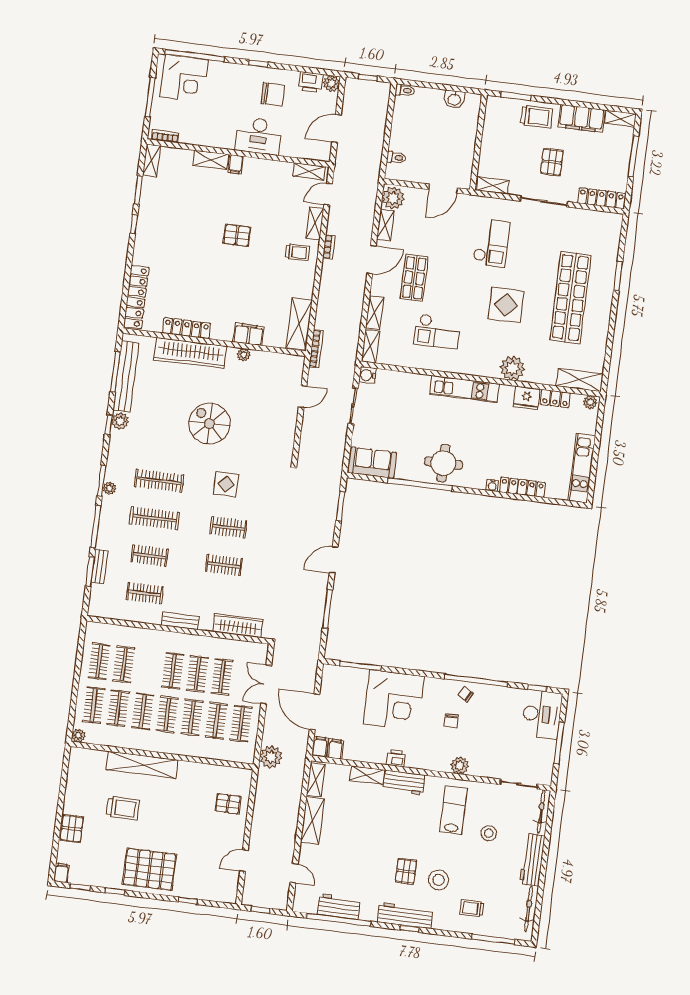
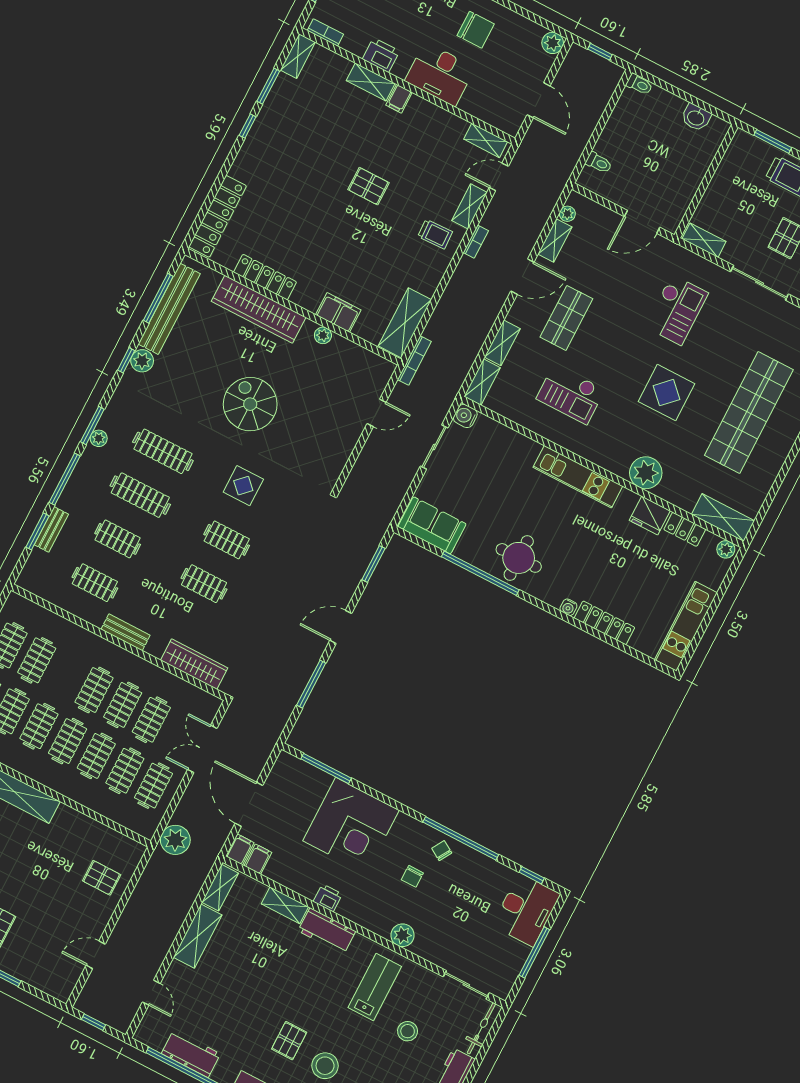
printer: (311, 82) -> (381, 55), moved, turned 180
door: (336, 129) -> (539, 100), swing flipped
plant: (393, 198) -> (567, 214), width x0.53, depth x0.53

